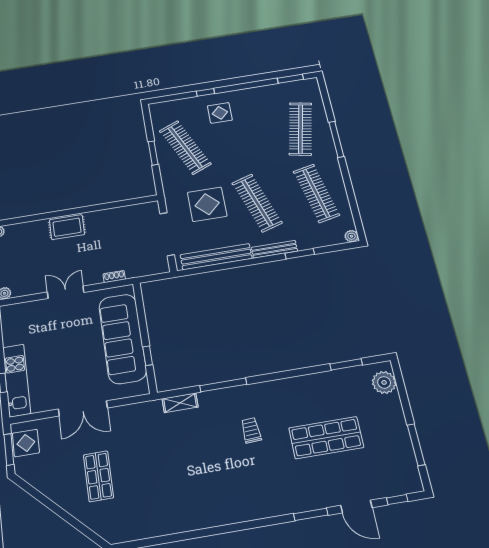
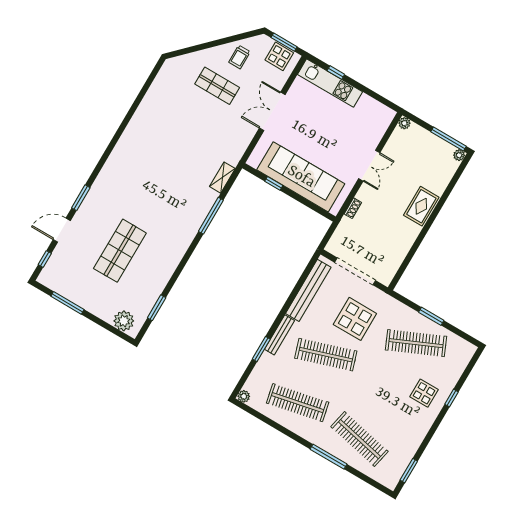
trolley: (251, 430) -> (239, 57), moved, turned 93

